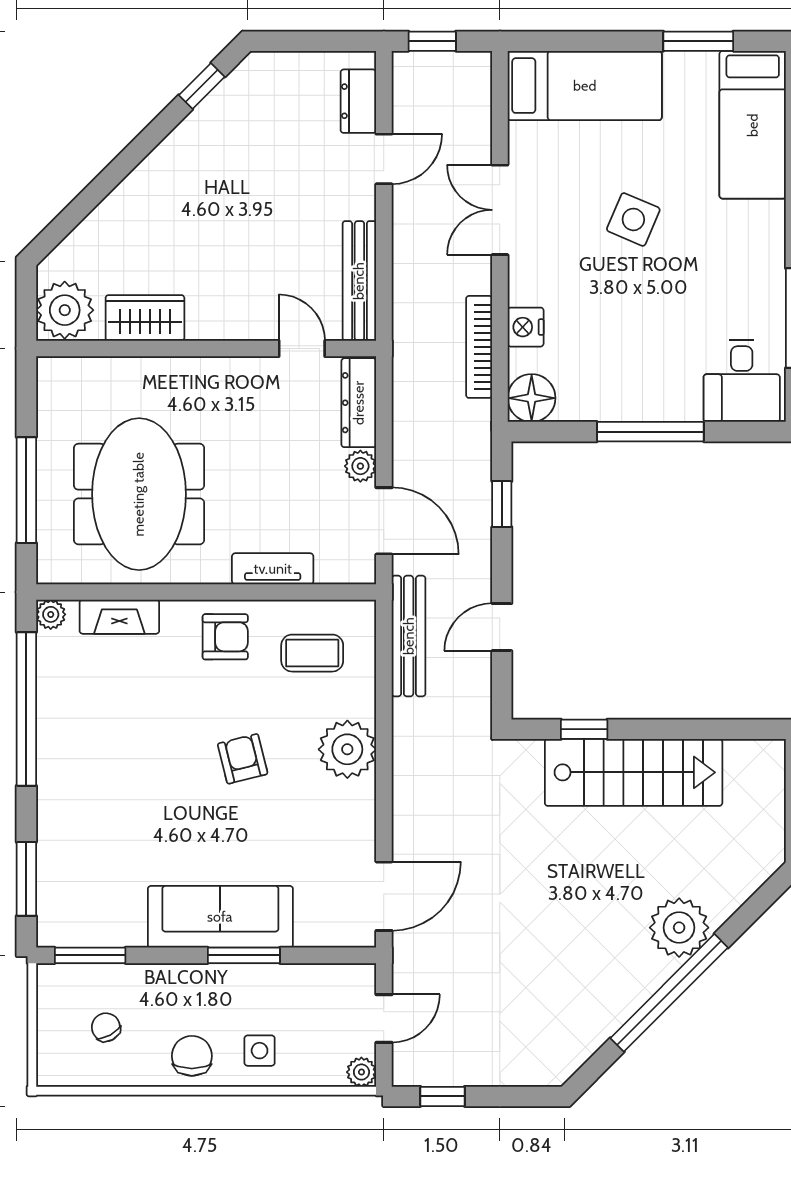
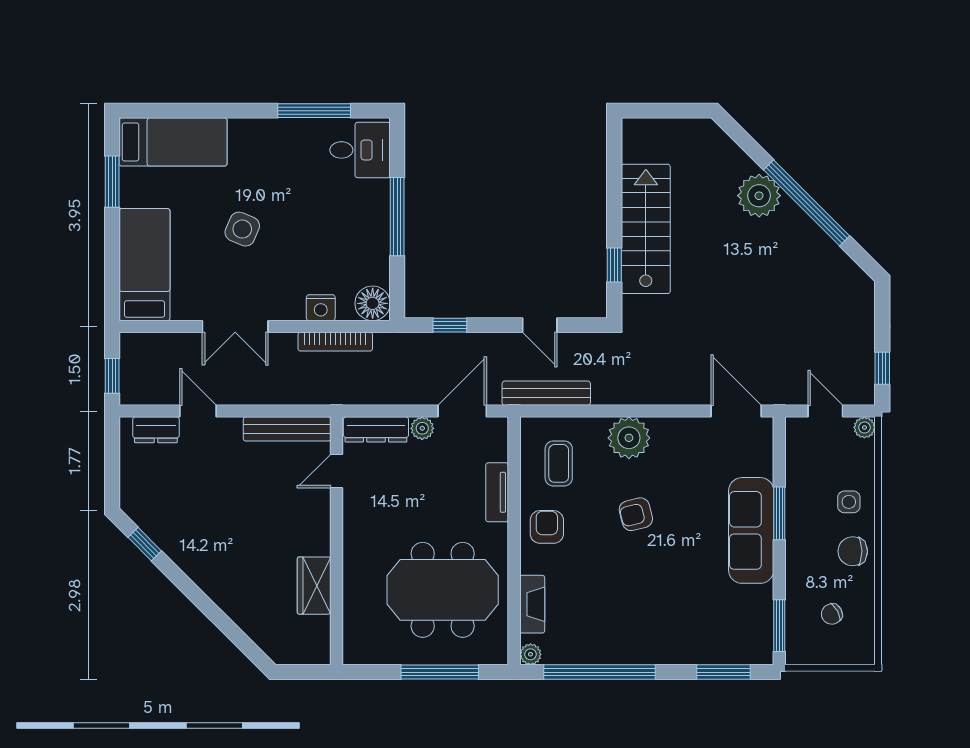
plant: (65, 310) -> (308, 644), removed

